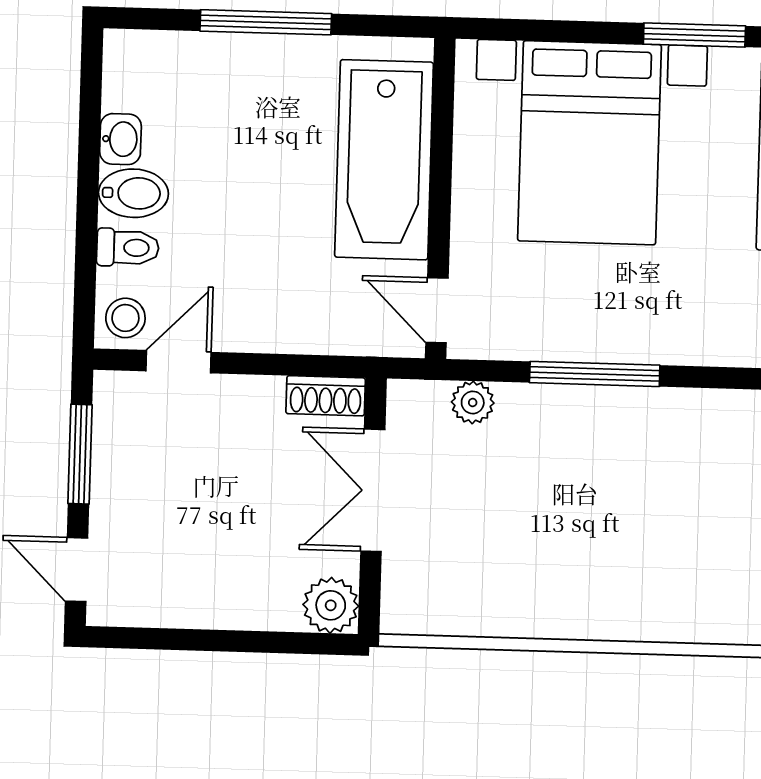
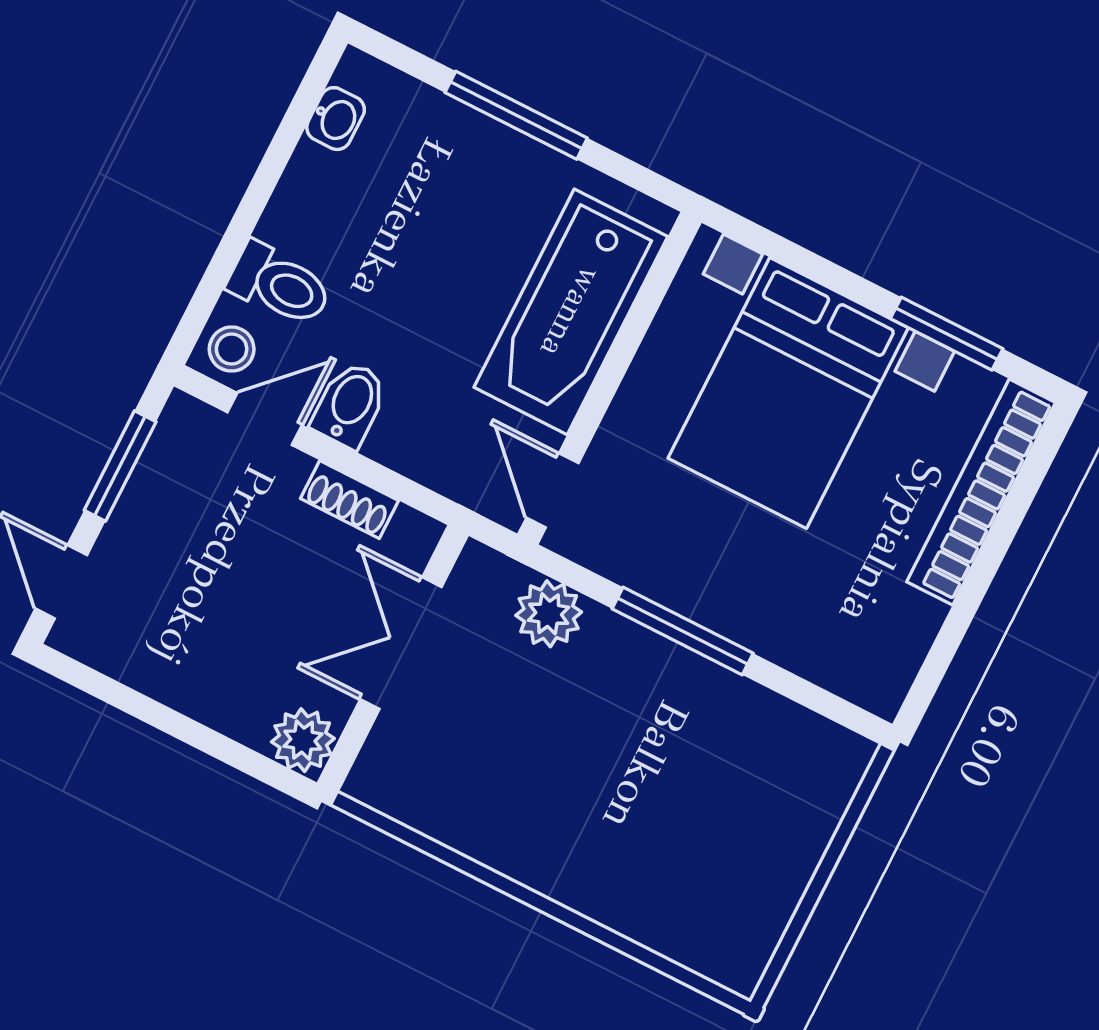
washbasin: (120, 139) -> (336, 119), moved
bidet: (133, 193) -> (350, 405), moved, turned -90
toilet: (128, 248) -> (280, 285), width x1.37, depth x1.39
shoe rack: (326, 396) -> (349, 500), moved
plant: (473, 402) -> (549, 614), width x1.38, depth x1.38

